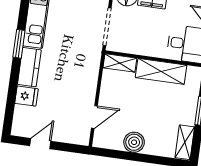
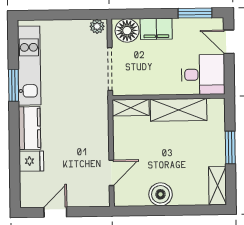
window: (19, 44) -> (14, 85), moved

